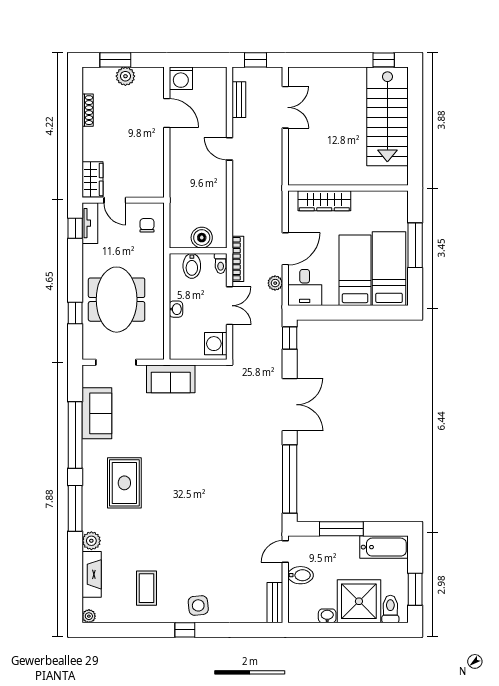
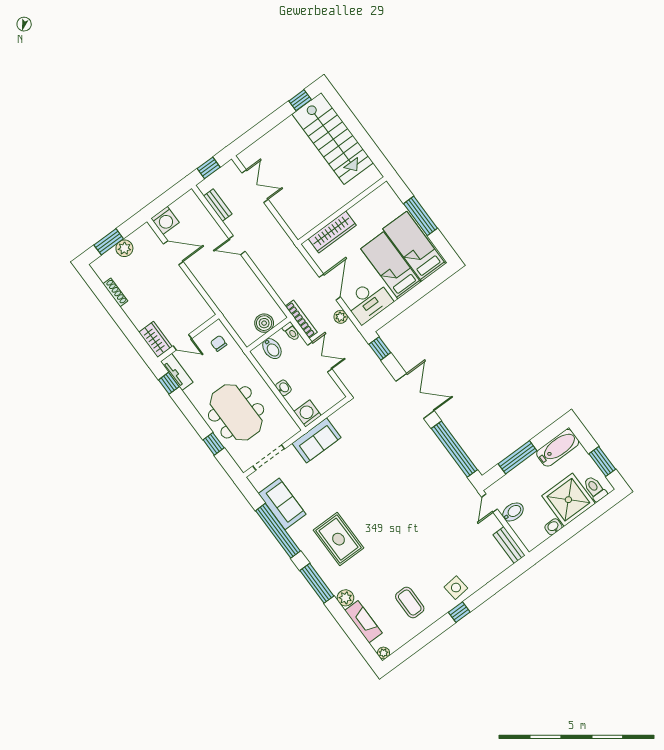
desk: (305, 287) -> (368, 301), width x1.37
washing machine: (216, 344) -> (308, 414), moved, turned 90

